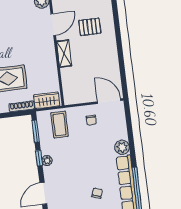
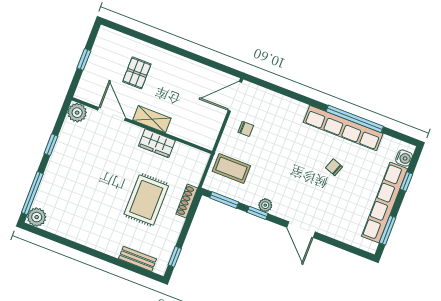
wardrobe: (47, 100) -> (157, 143), moved, turned -90
plant: (122, 147) -> (296, 110), removed

